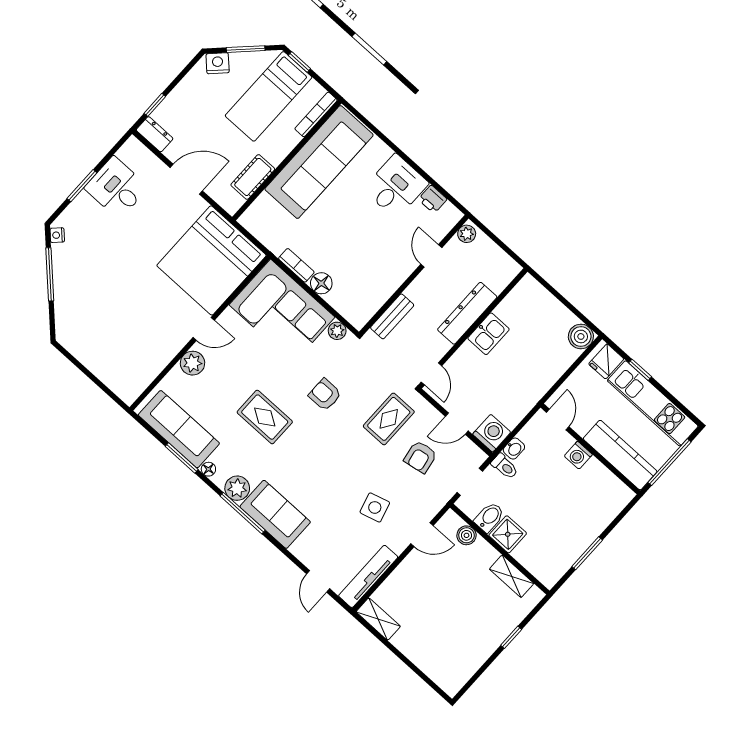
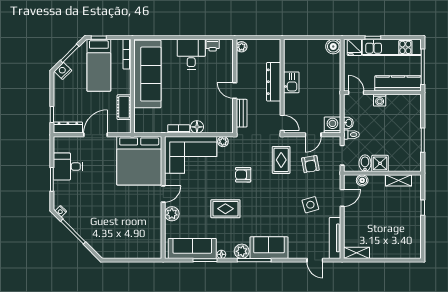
dresser: (155, 134) -> (68, 128), width x1.44
door: (431, 256) -> (235, 90), moved

